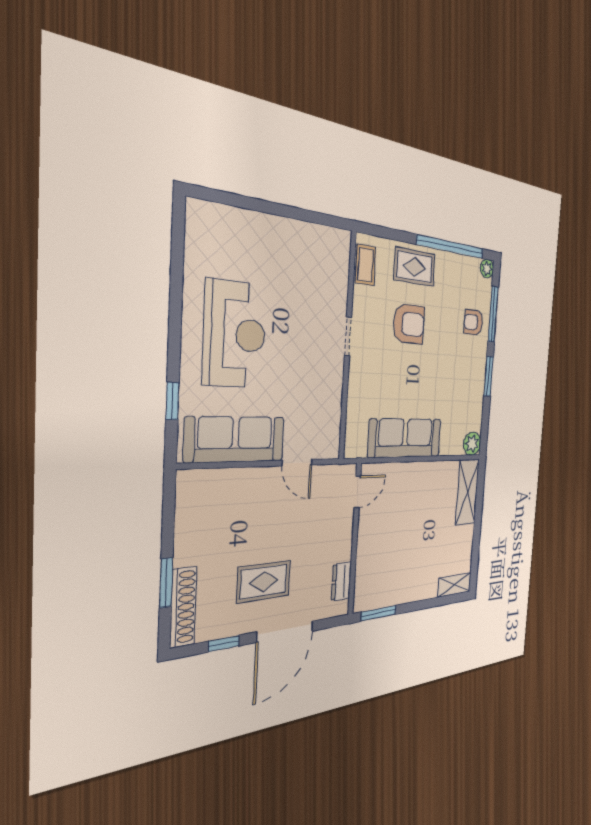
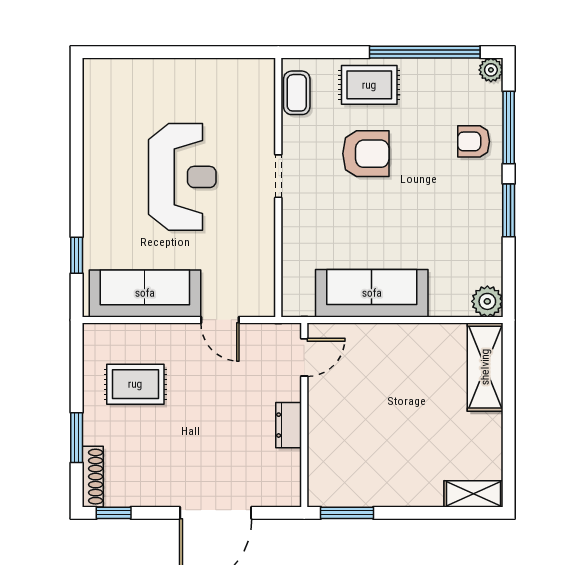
reception desk: (235, 334) -> (182, 177), moved
dresser: (341, 581) -> (289, 425), moved
rug: (264, 582) -> (135, 384), moved
shoe rack: (183, 607) -> (93, 477), width x0.74, depth x0.81
window: (224, 644) -> (114, 513), moved

